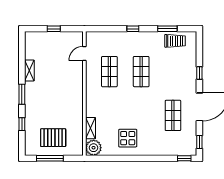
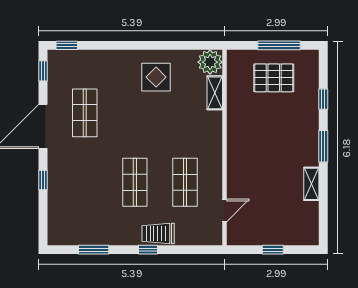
trolley: (175, 41) -> (158, 234), moved

